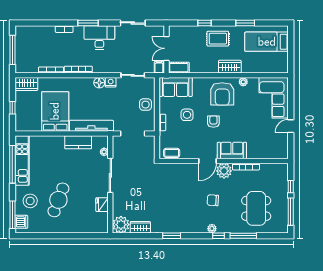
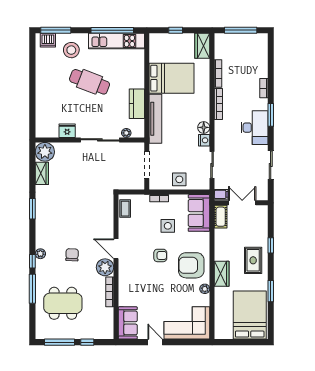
bed: (267, 42) -> (250, 315), width x1.50
sofa: (232, 151) -> (128, 323), moved
cafe table: (58, 200) -> (90, 82), moved

